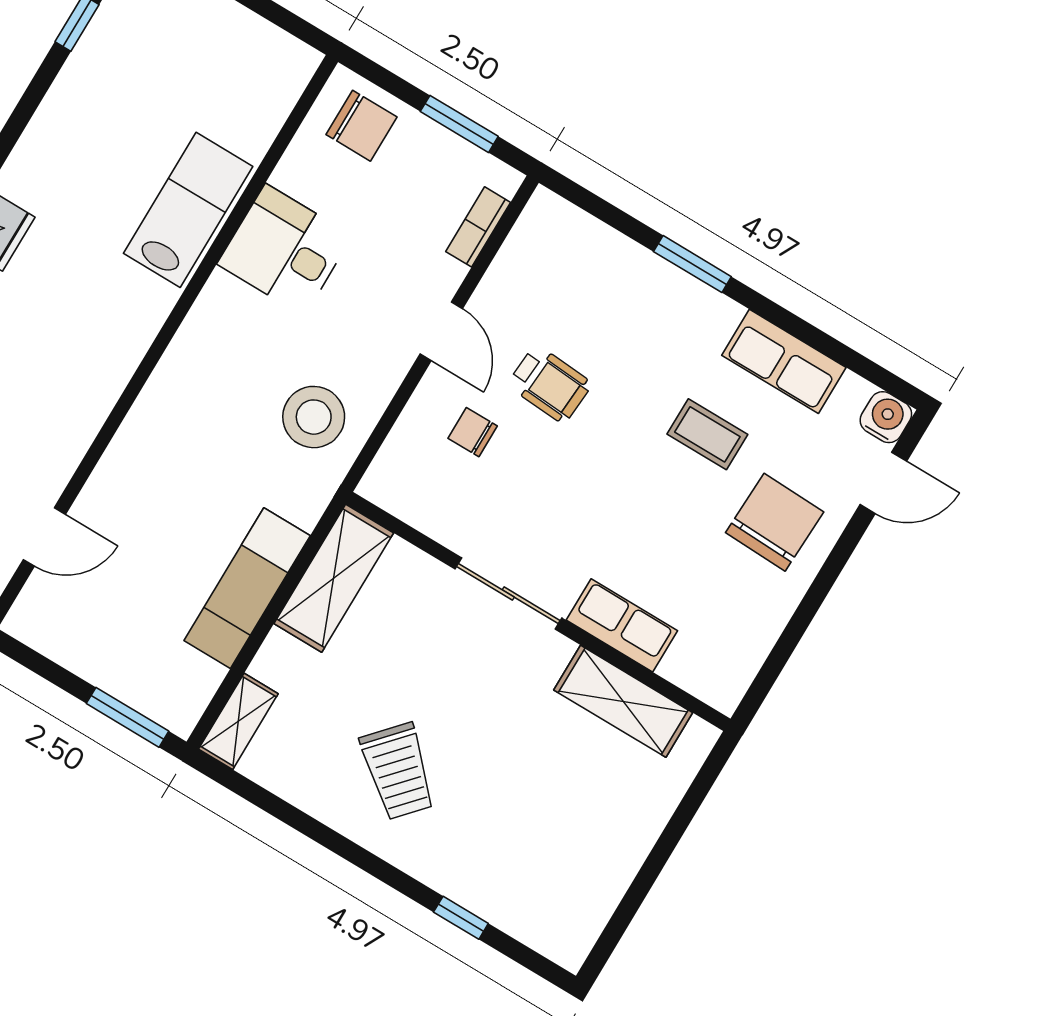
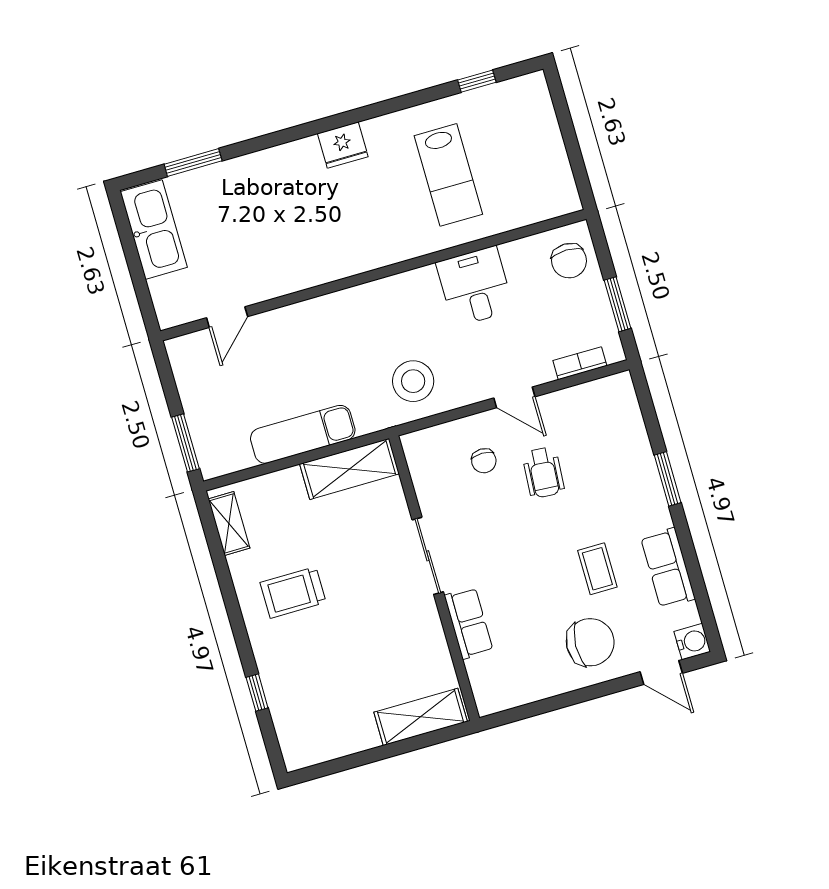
lab bench: (188, 210) -> (448, 175), moved, turned 90
door: (441, 331) -> (514, 397), hinge flipped
chair: (473, 432) -> (484, 461), turned 180
door: (44, 537) -> (227, 317), hinge flipped
shelving: (623, 701) -> (421, 717), moved, turned 90
shelving: (238, 721) -> (229, 523), moved, turned 90
trolley: (398, 771) -> (293, 592), turned 48

